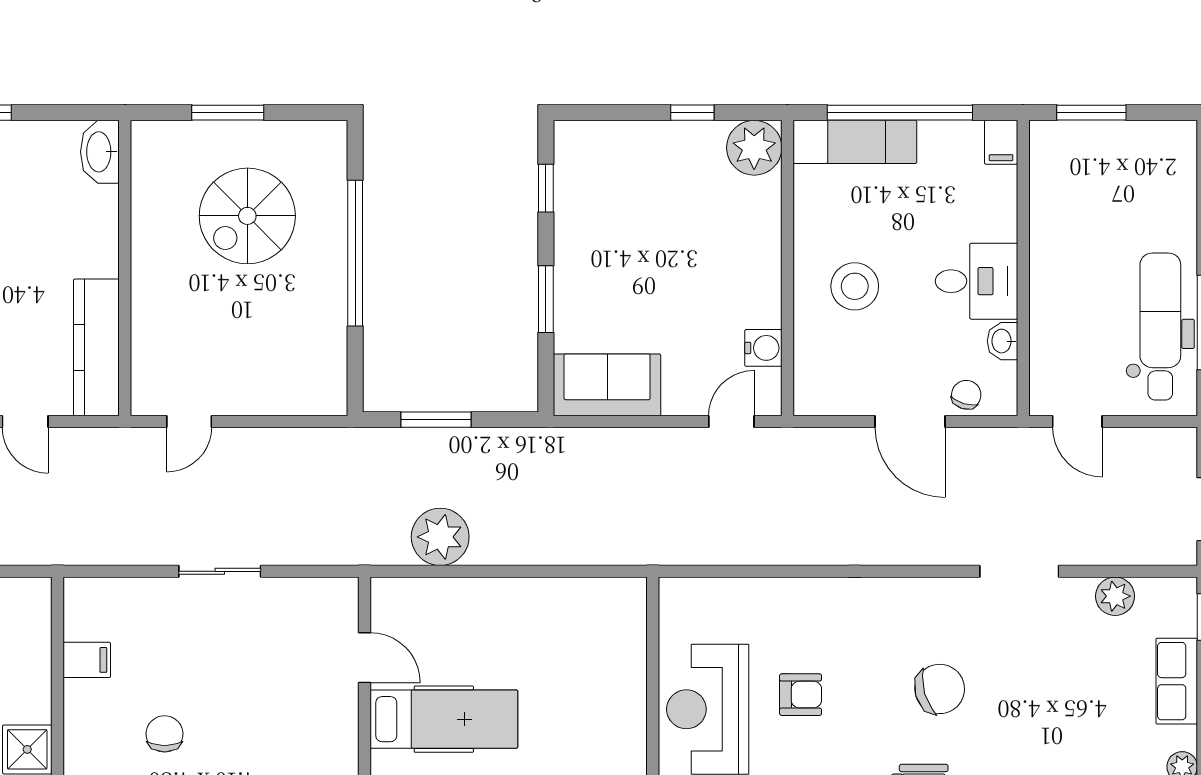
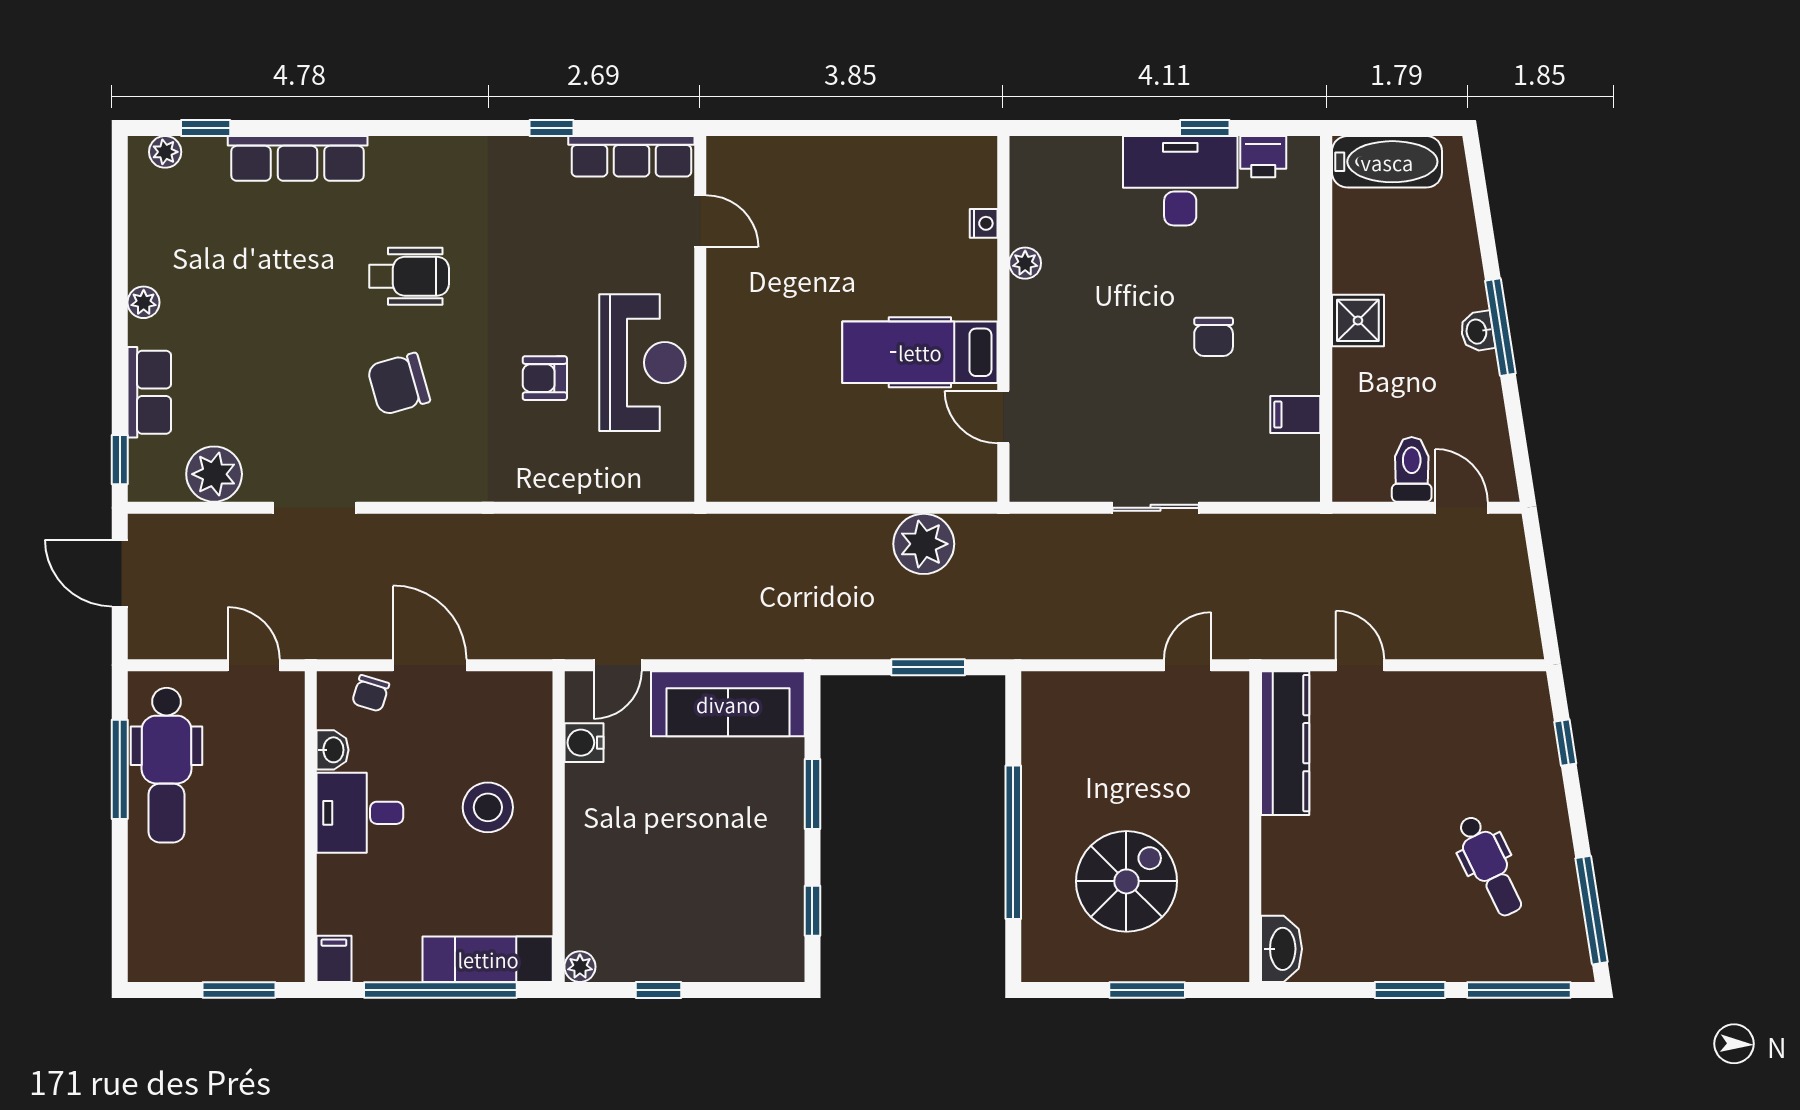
plant: (754, 148) -> (580, 967), width x0.53, depth x0.53
sofa: (607, 385) -> (728, 704), width x1.36
plant: (1115, 596) -> (214, 474), width x1.36, depth x1.36

